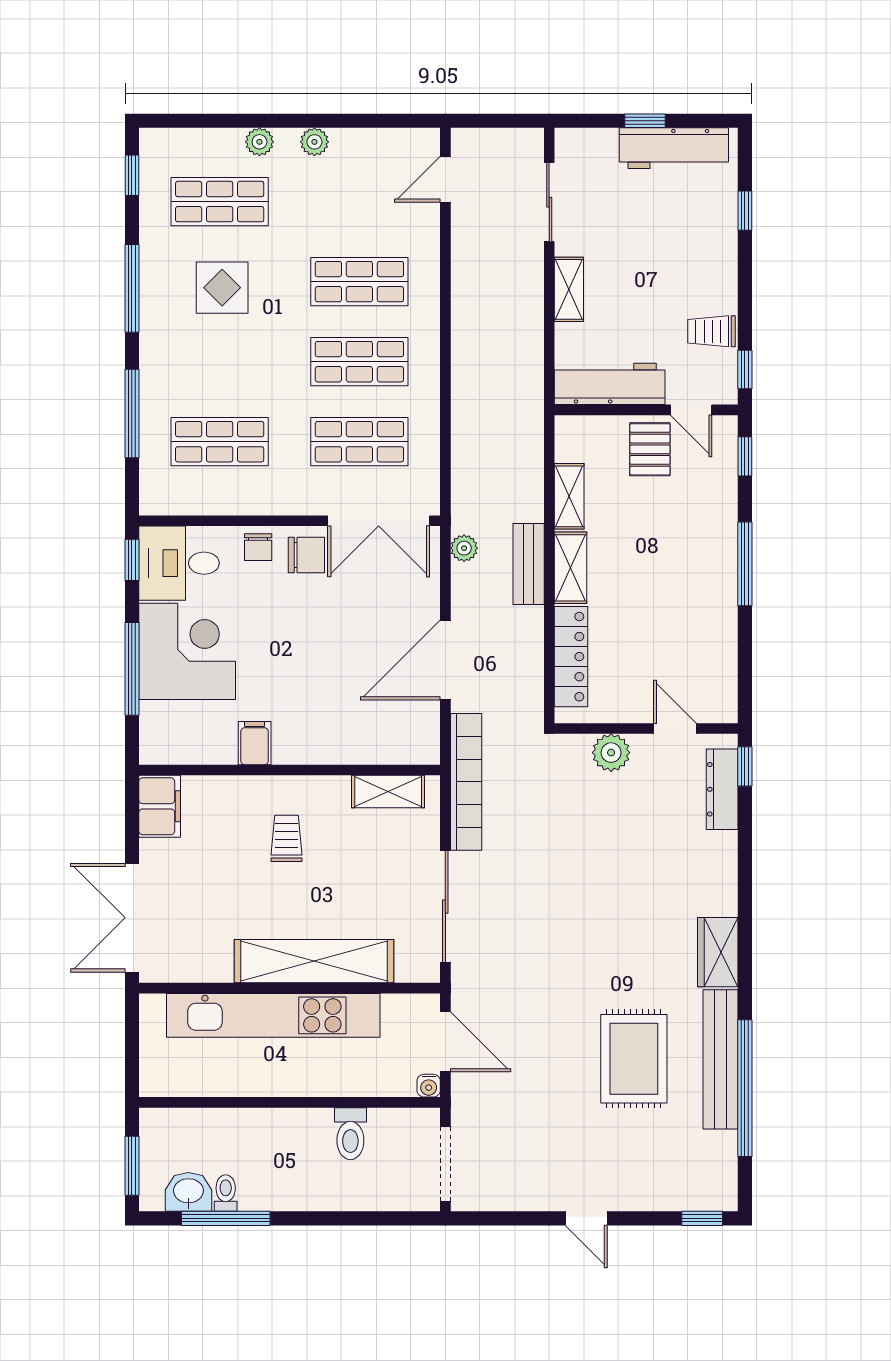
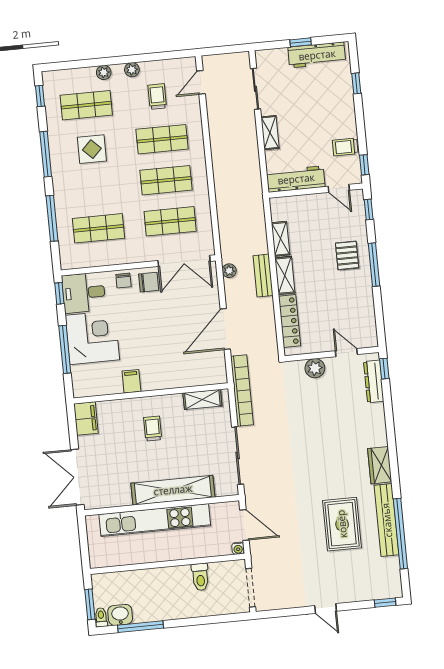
trolley: (358, 198) -> (157, 97), added
pallet: (650, 449) -> (347, 255), moved
toilet: (226, 1193) -> (101, 617), moved

